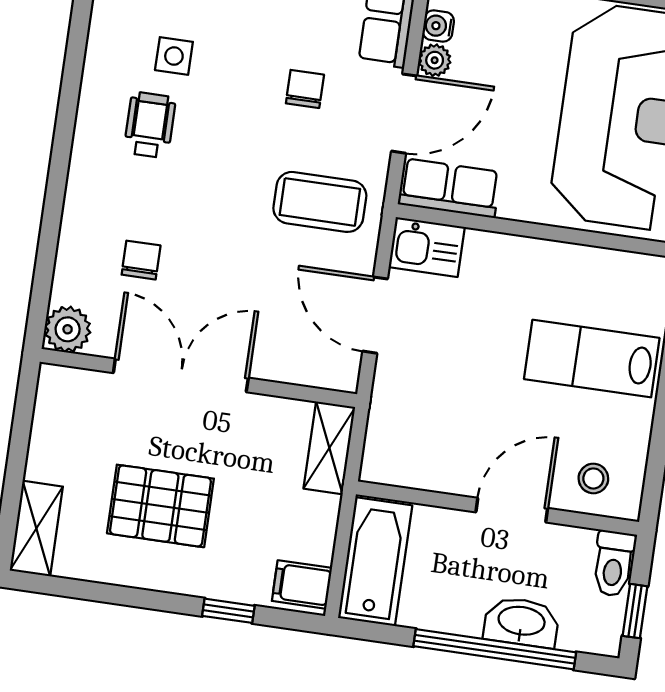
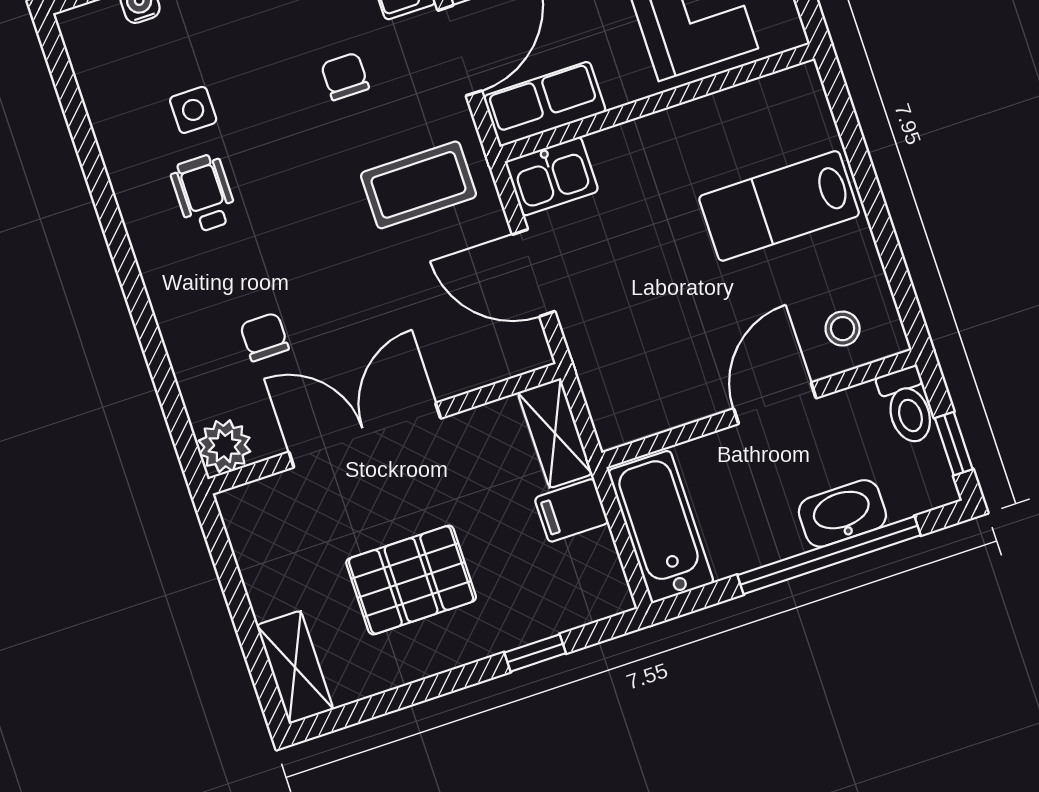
filing cabinet: (302, 584) -> (571, 510), moved

